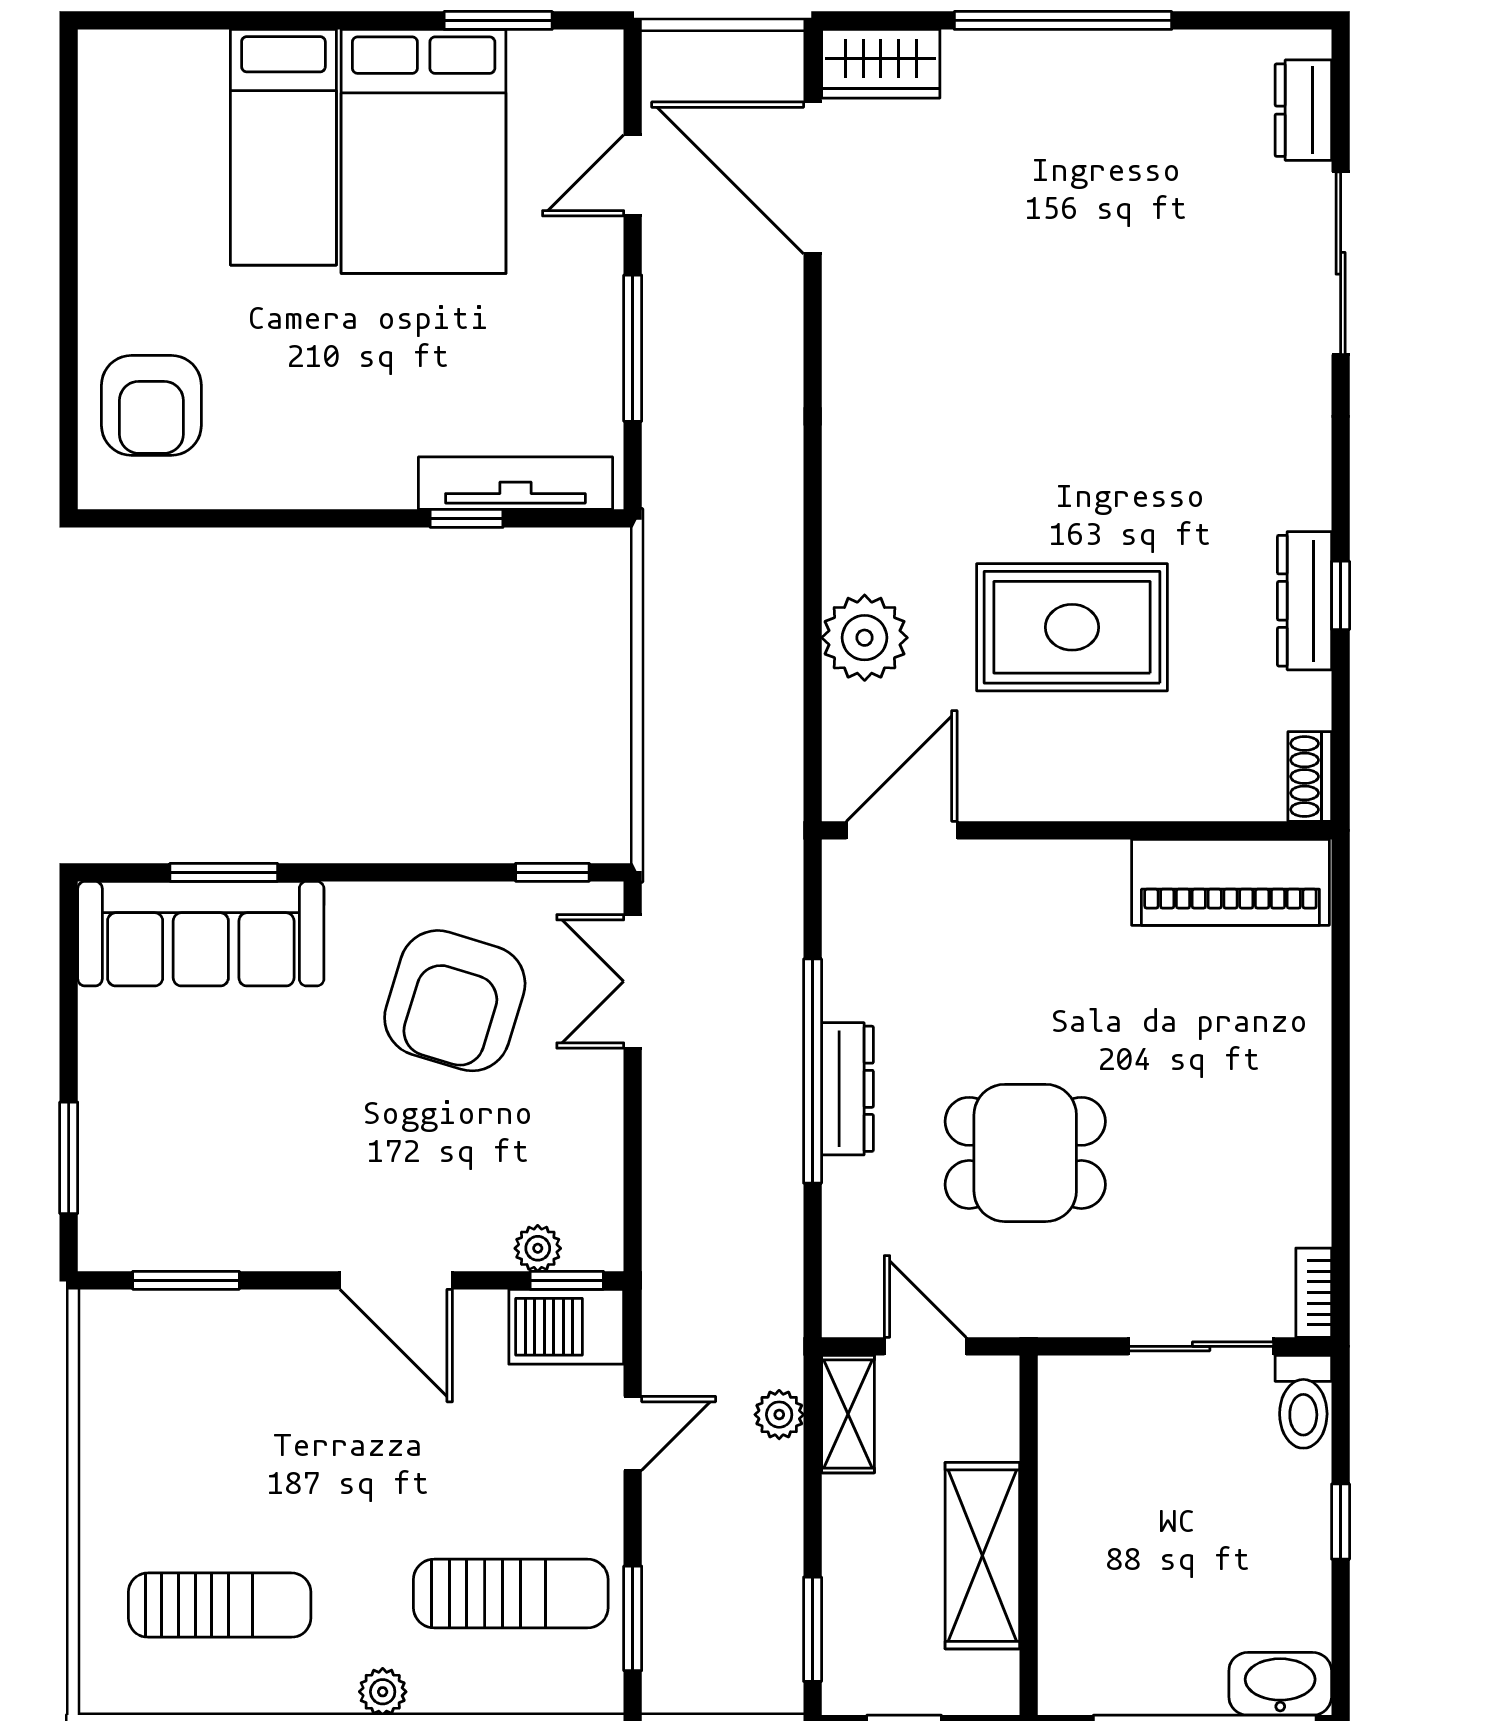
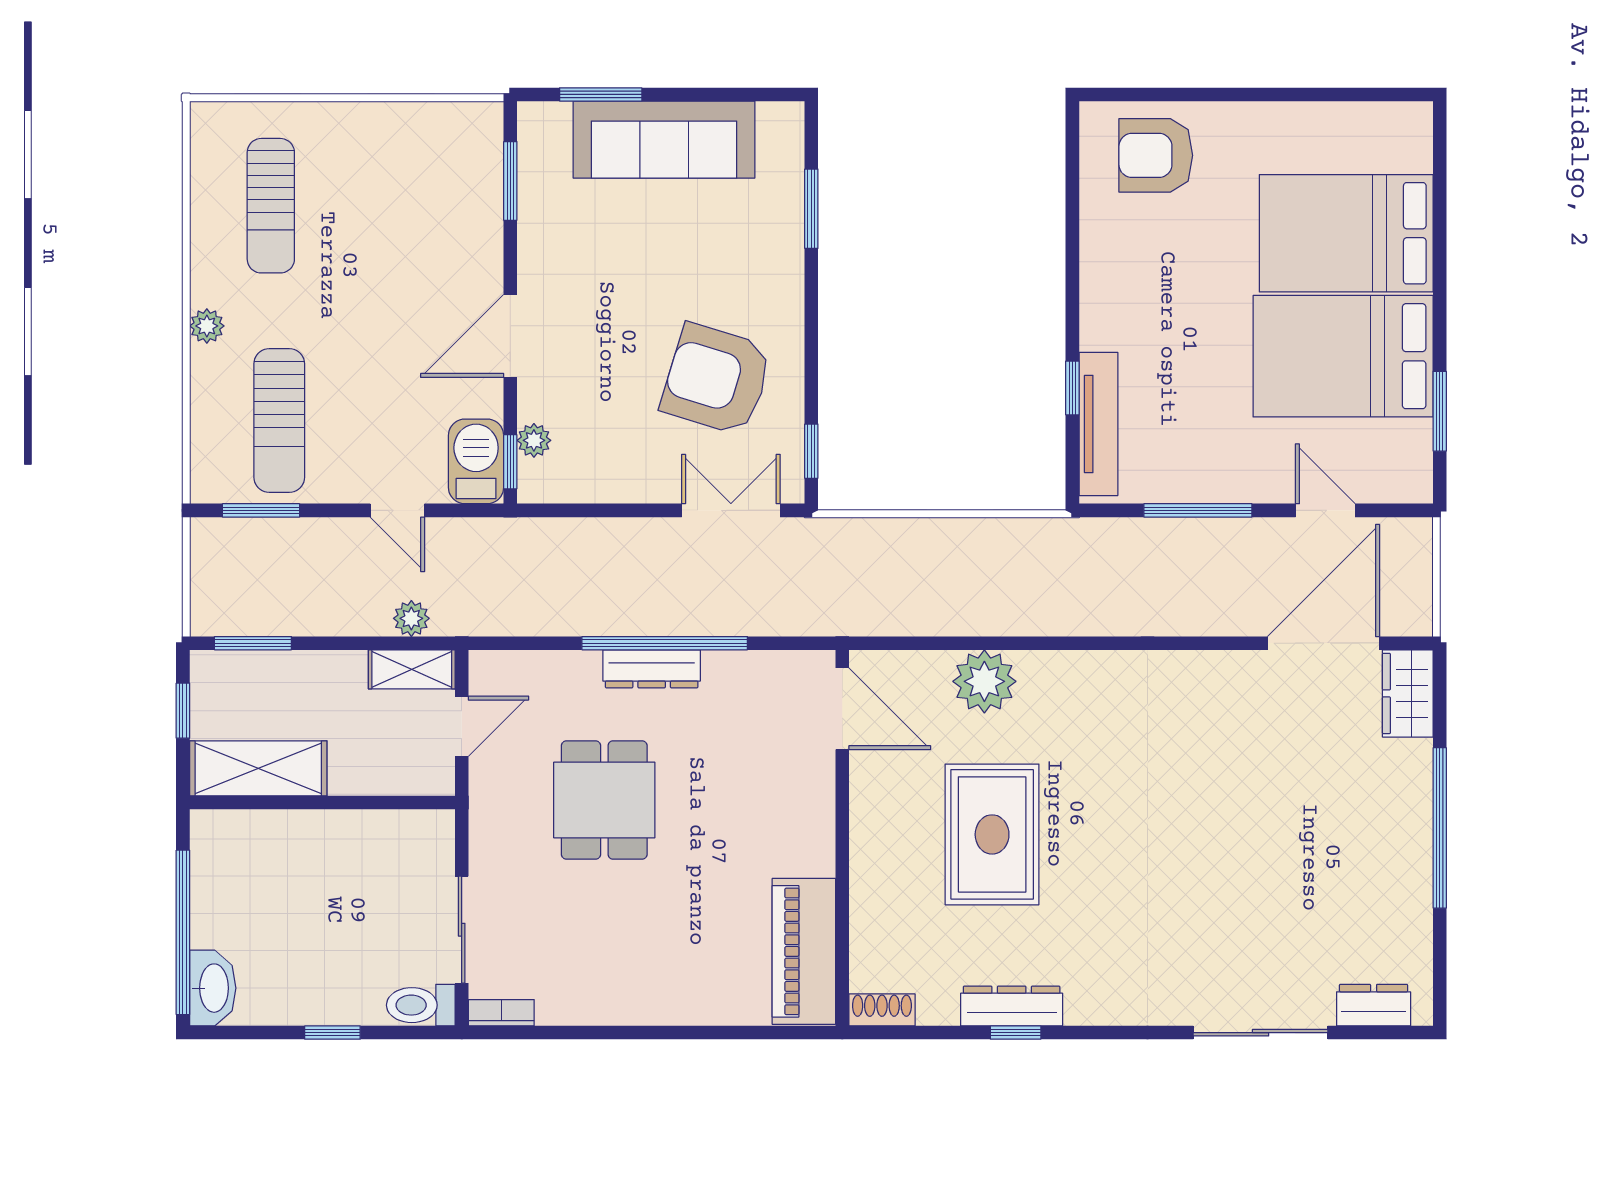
bed: (283, 147) -> (1346, 233), width x1.50
sofa: (201, 934) -> (664, 140), moved, turned -90
shelving: (982, 1556) -> (258, 768), moved

